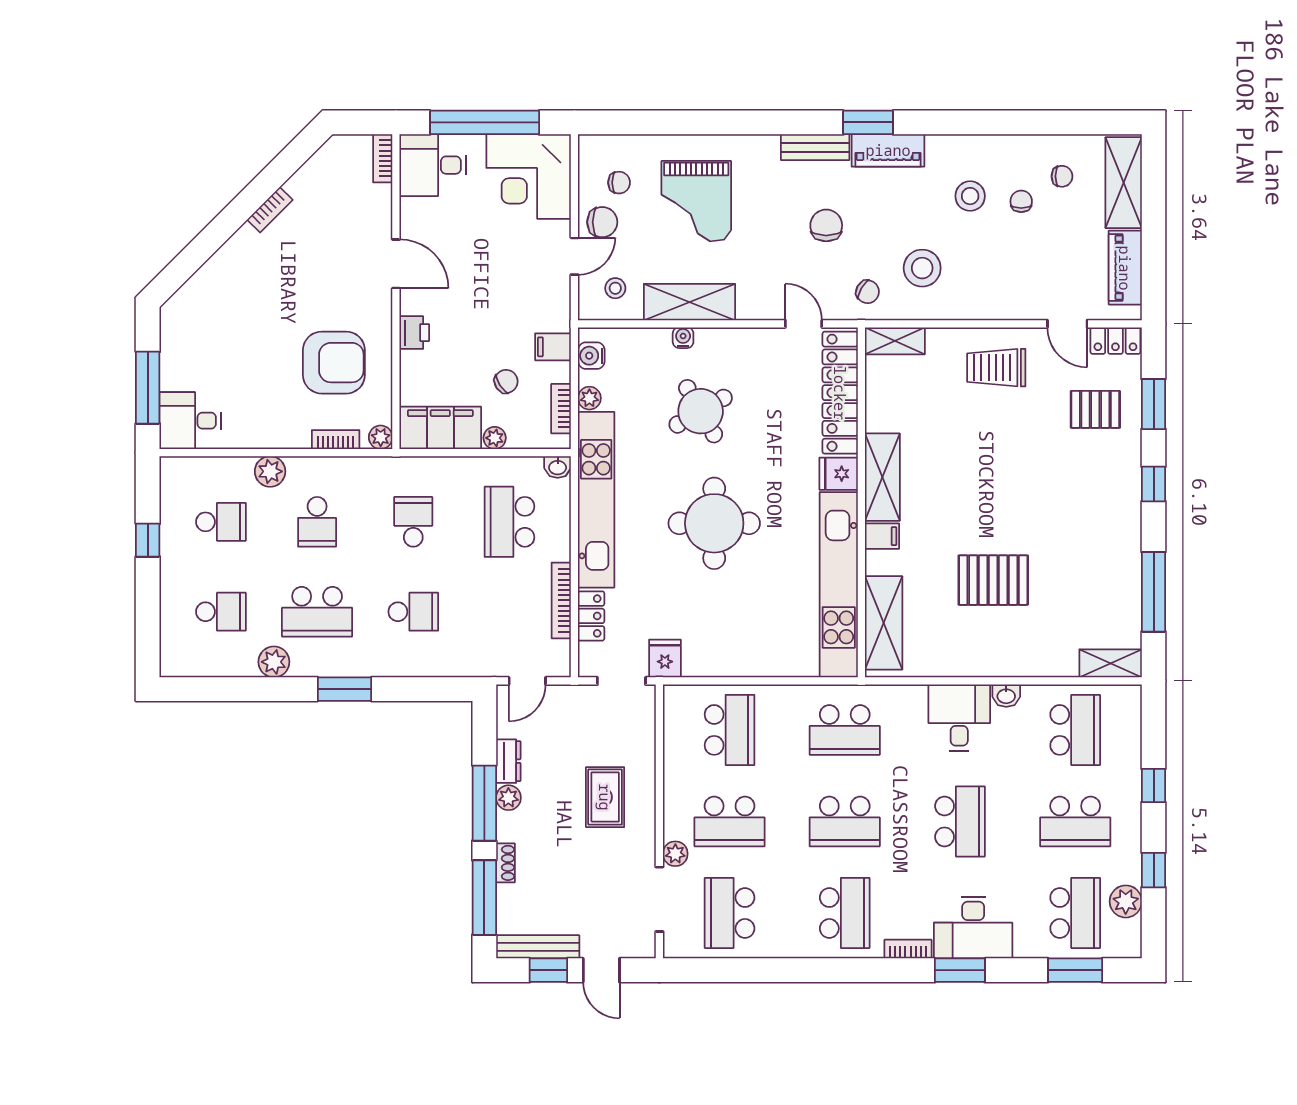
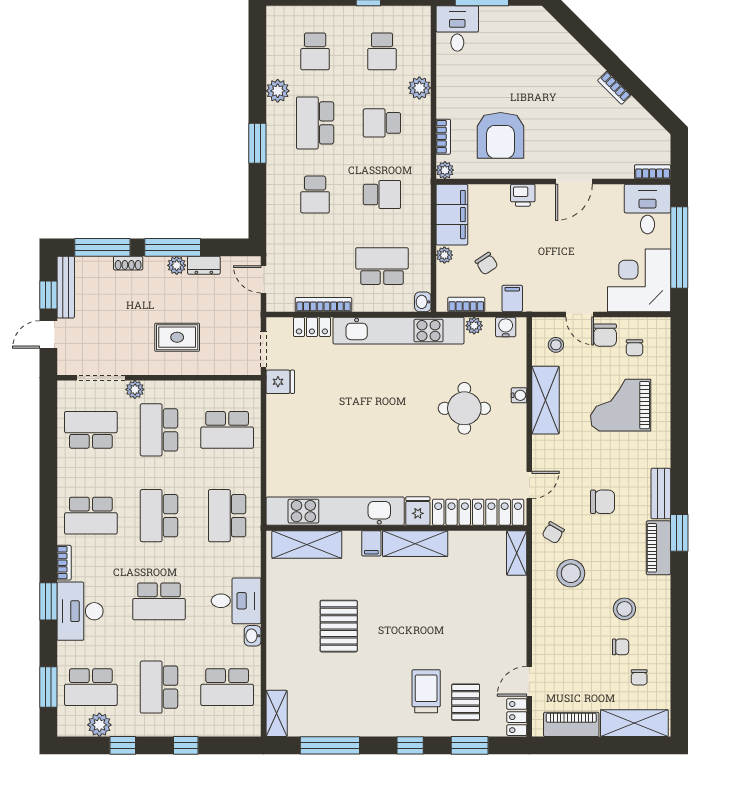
trolley: (996, 368) -> (426, 691), moved
round table: (701, 411) -> (464, 408), turned 30
round table: (714, 523) -> (381, 418), removed

